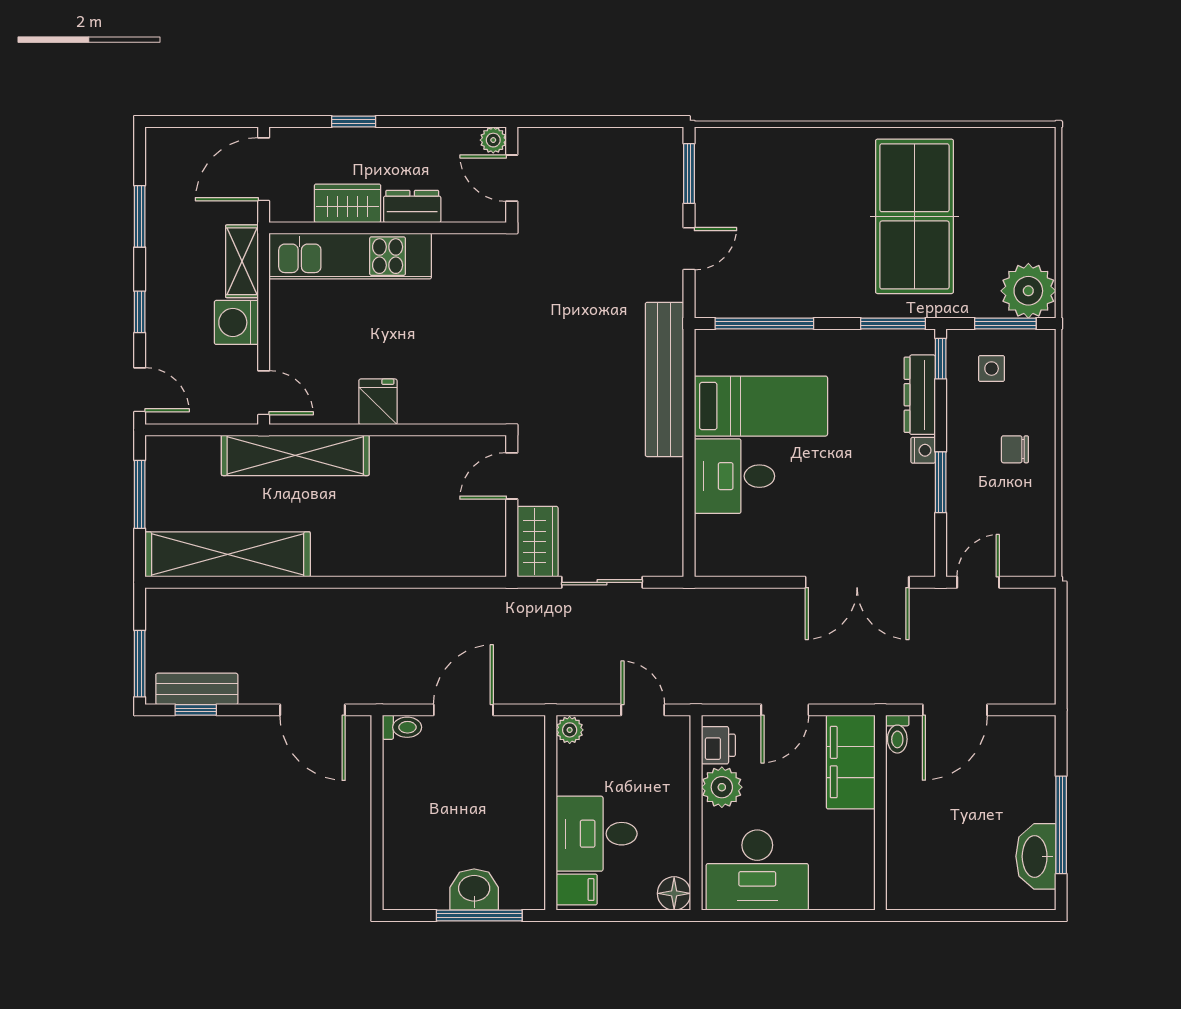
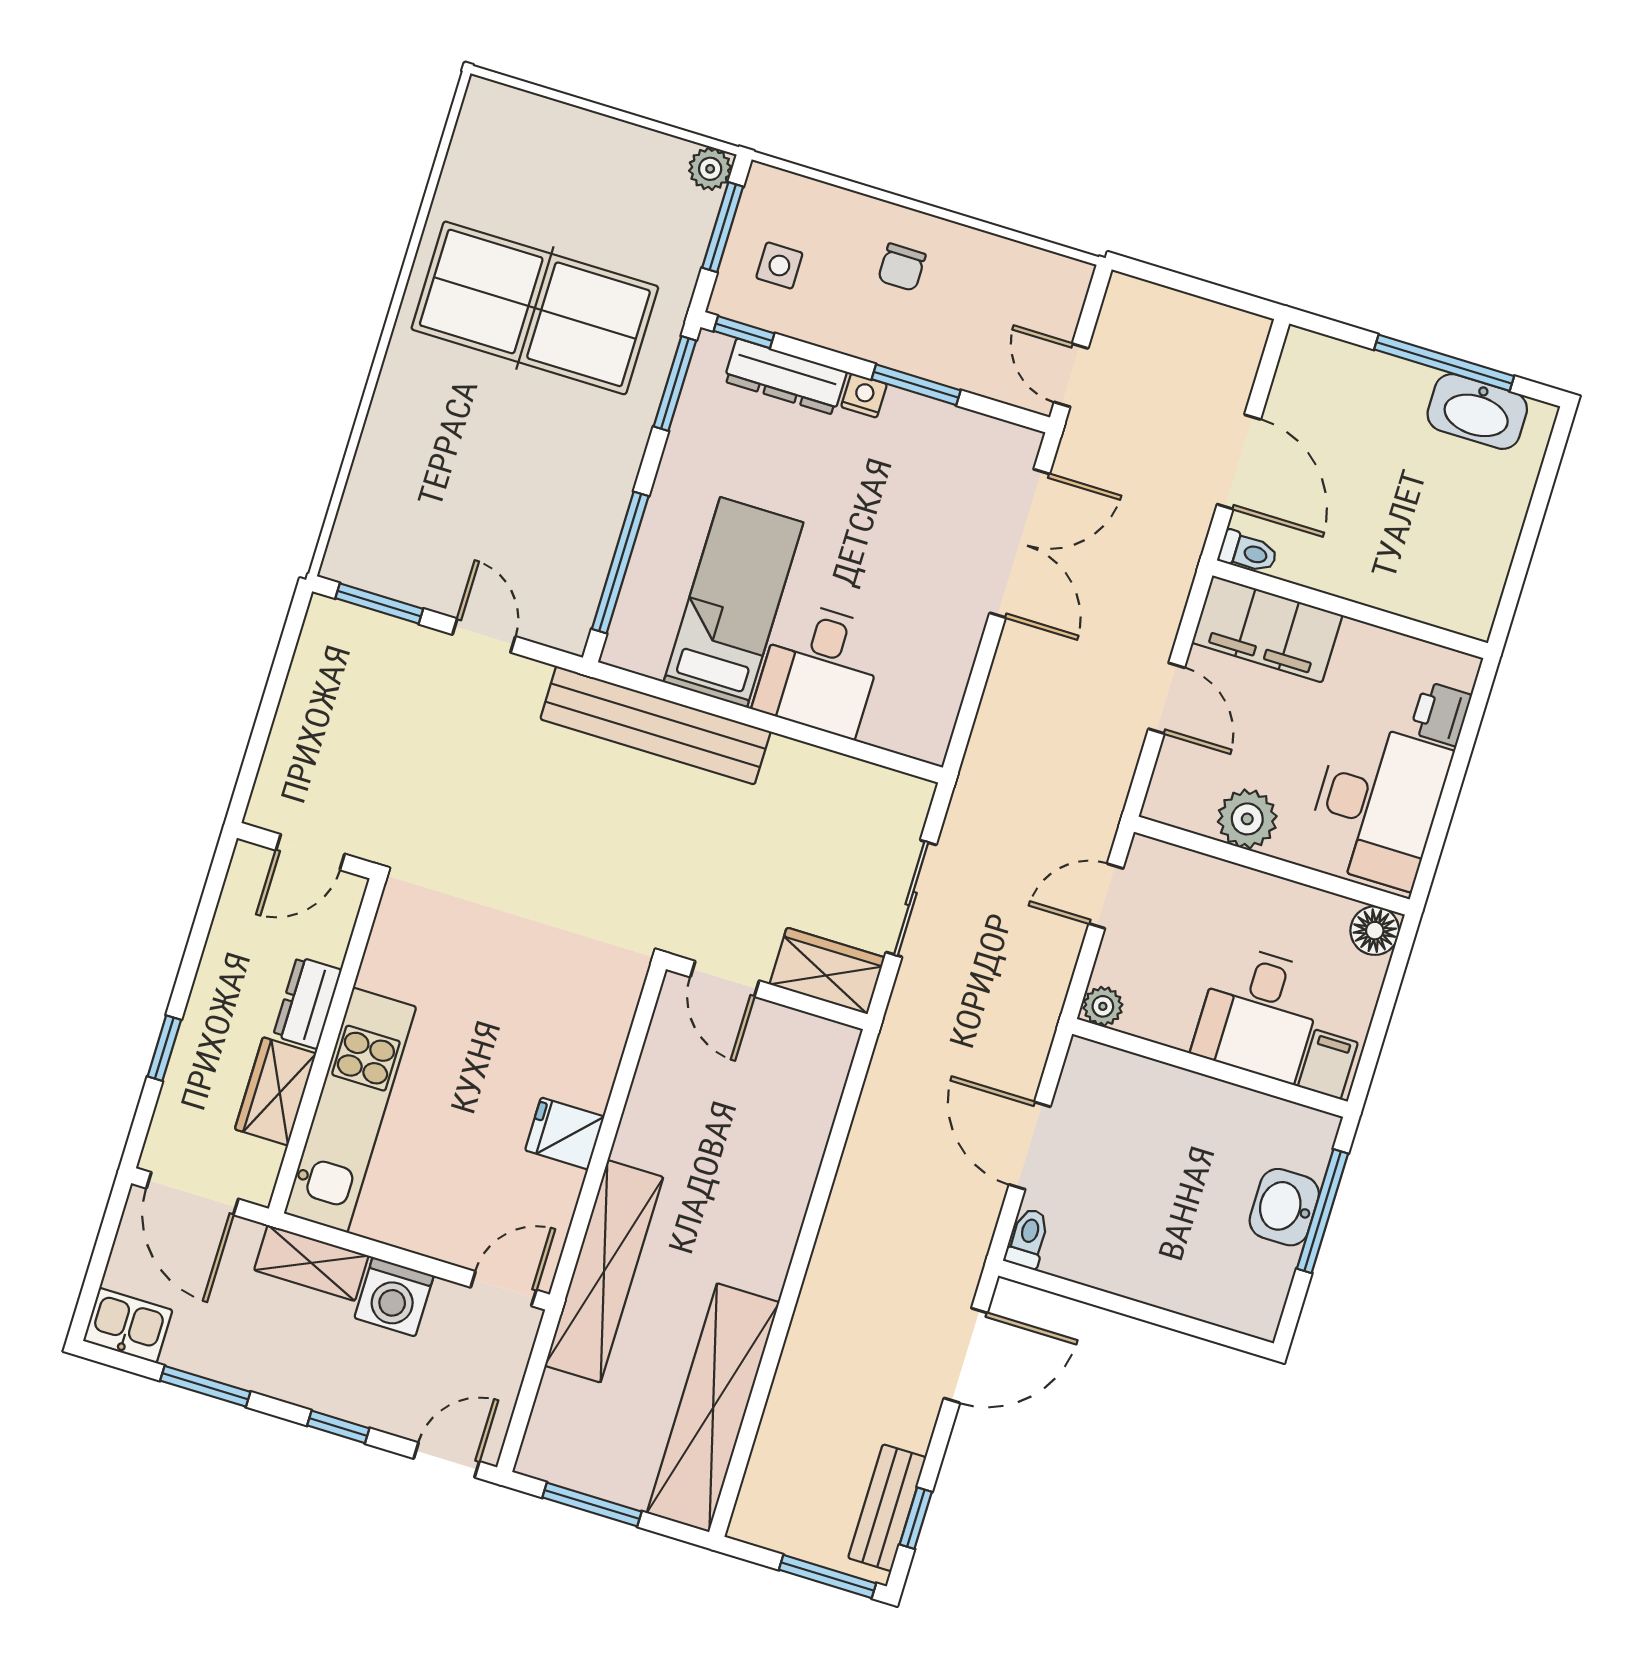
plant: (493, 140) -> (249, 862), removed
kitchen sink: (164, 153) -> (128, 1325), added
plant: (1028, 291) -> (710, 169), width x0.53, depth x0.53
printer: (718, 745) -> (1441, 714), moved, turned -90

